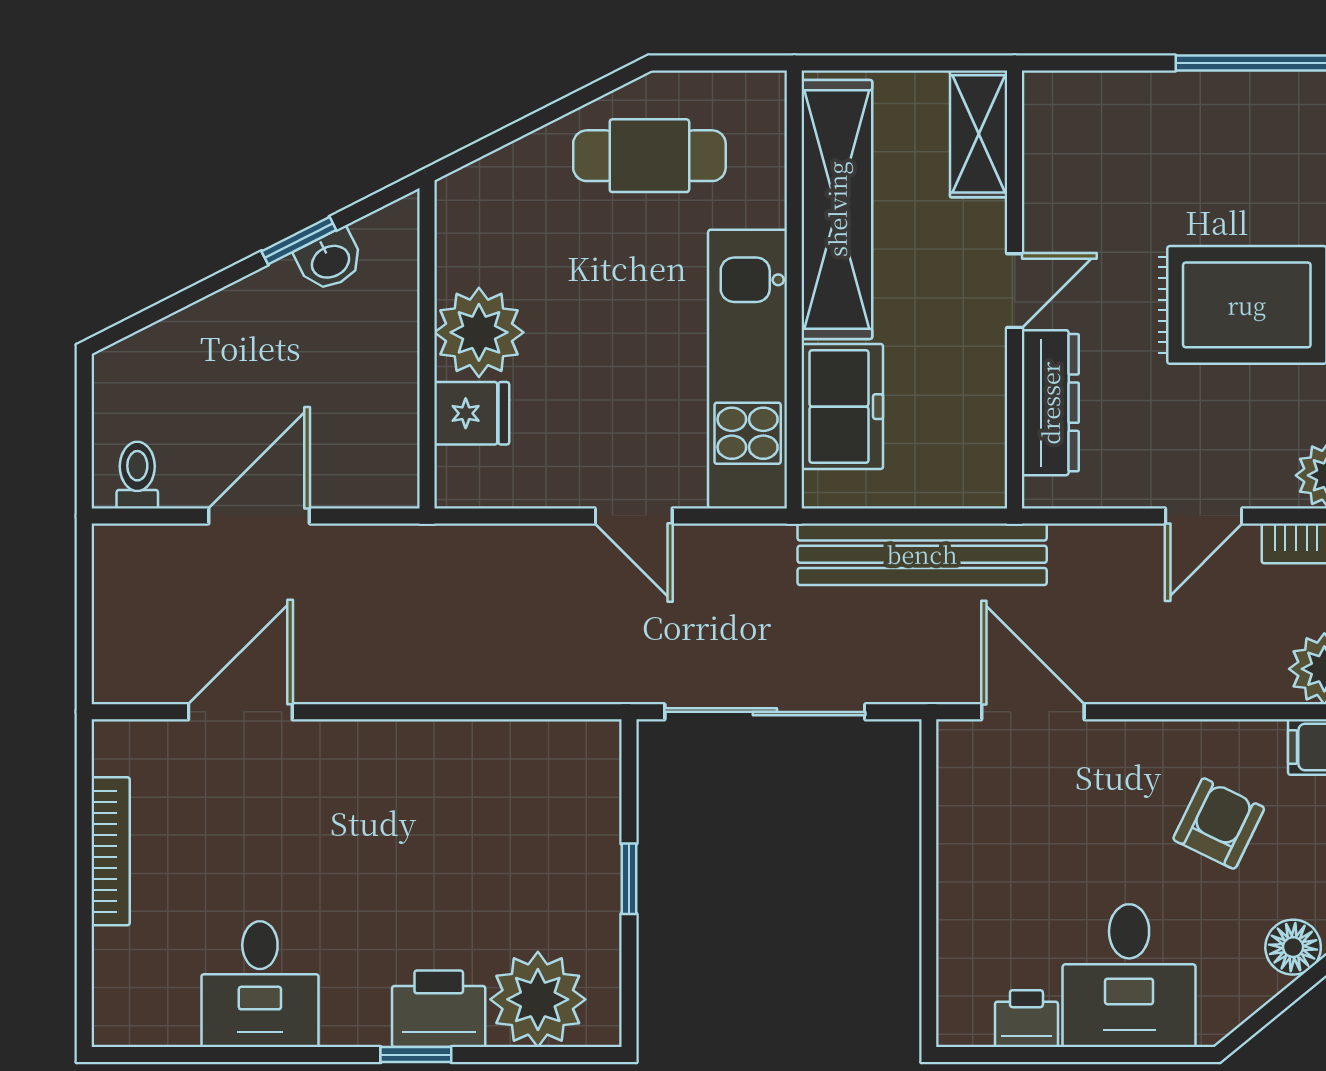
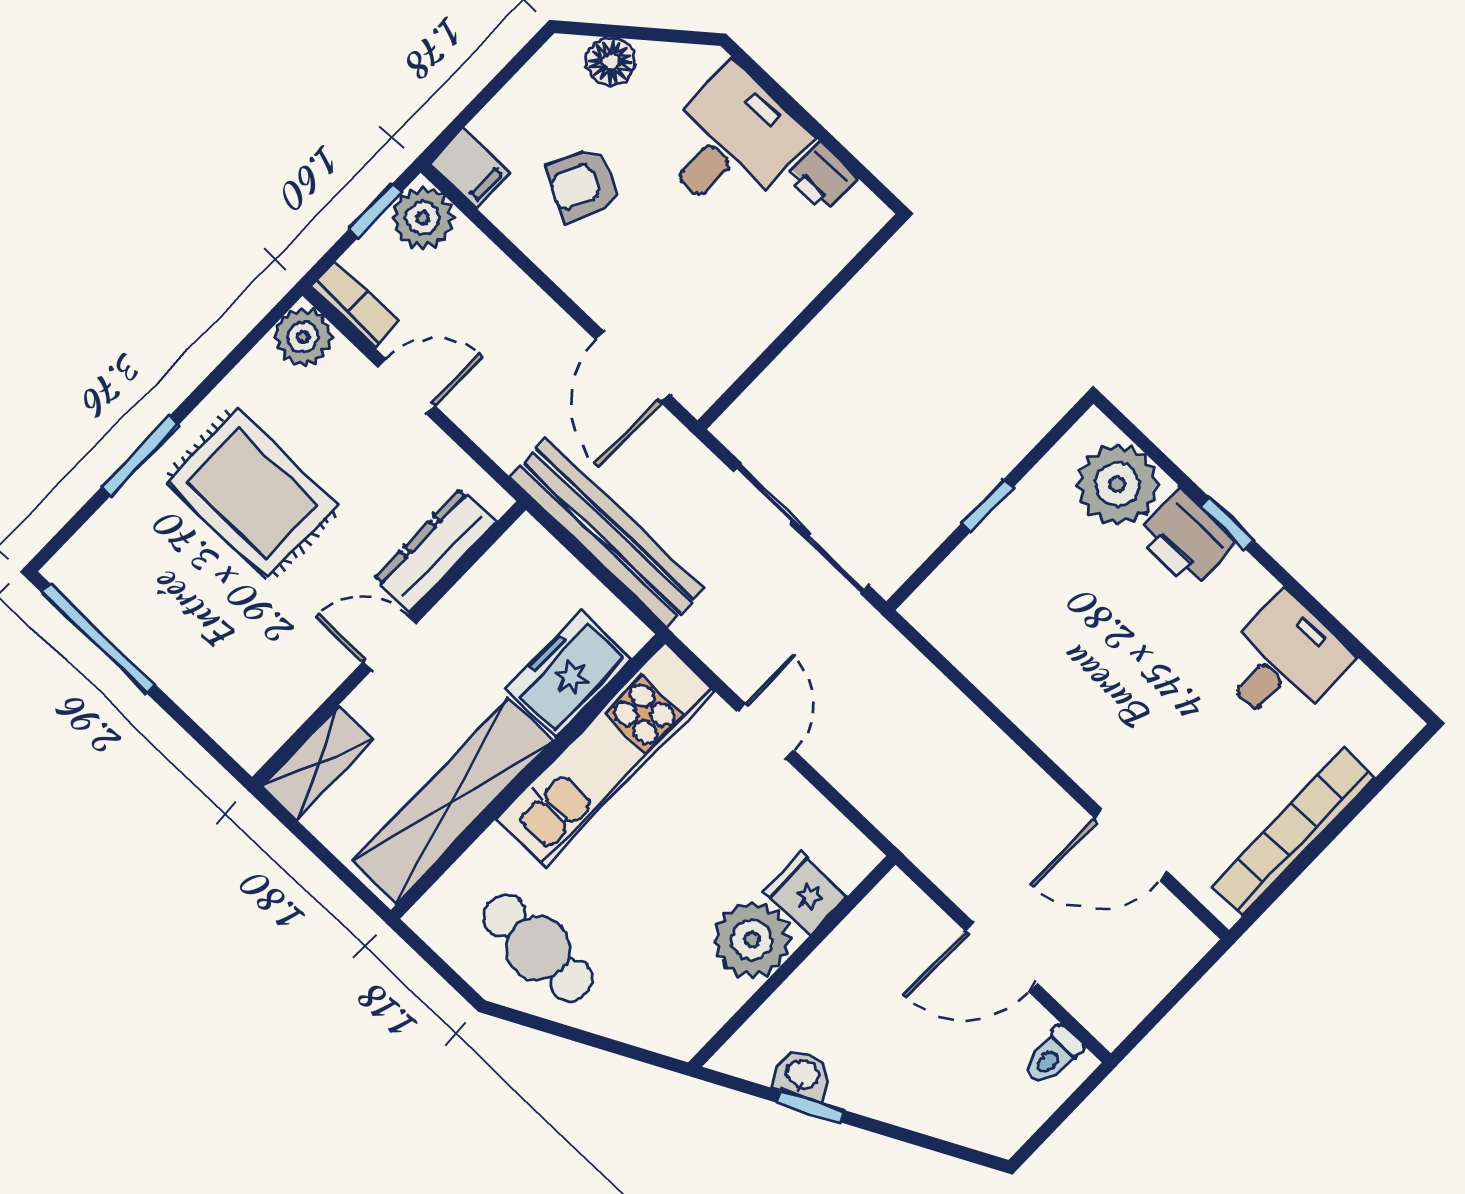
bookcase: (111, 851) -> (1293, 832), width x1.48, depth x1.31

